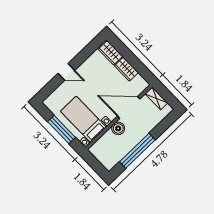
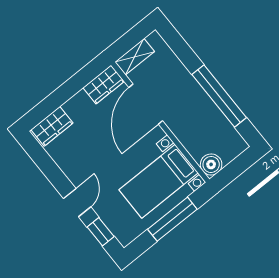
wardrobe: (126, 69) -> (104, 85), moved
window: (50, 87) -> (101, 232), added
boiler: (118, 128) -> (211, 164), moved

